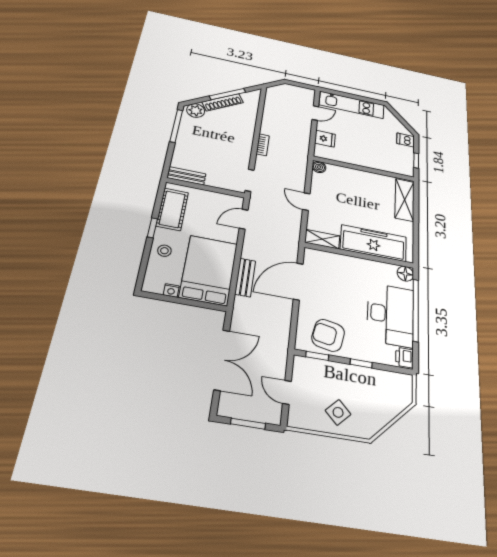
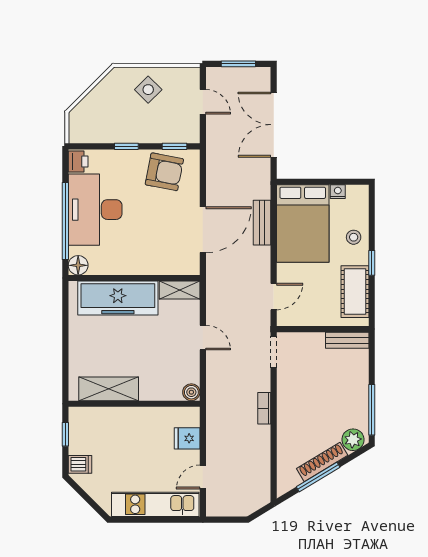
shelving: (405, 200) -> (109, 389), moved, turned 90

